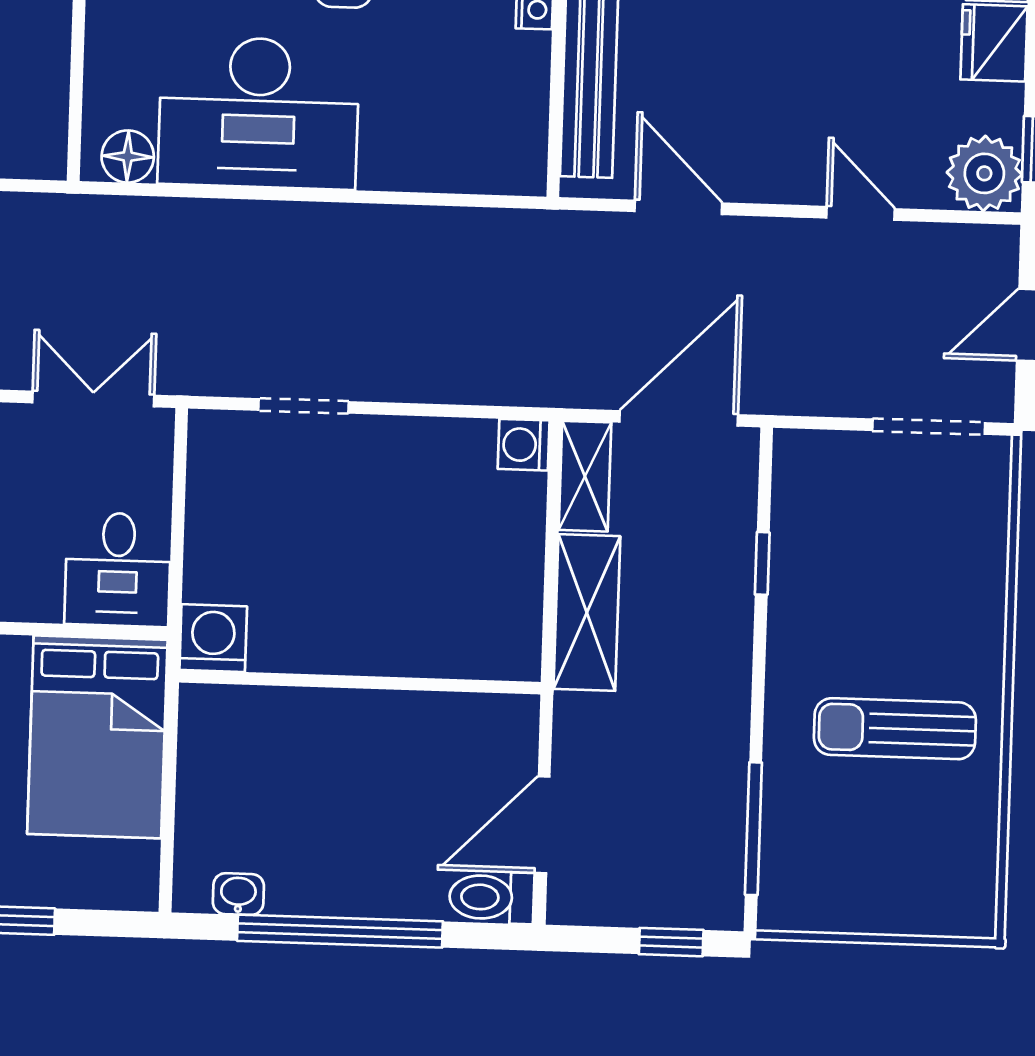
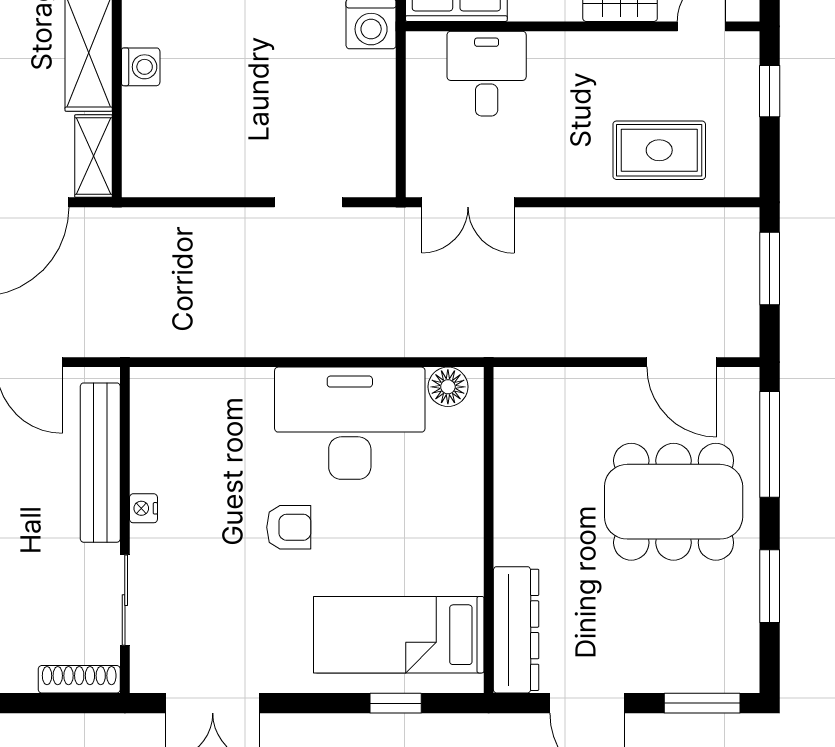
washing machine: (524, 445) -> (141, 67), moved
desk: (118, 569) -> (487, 74), moved

